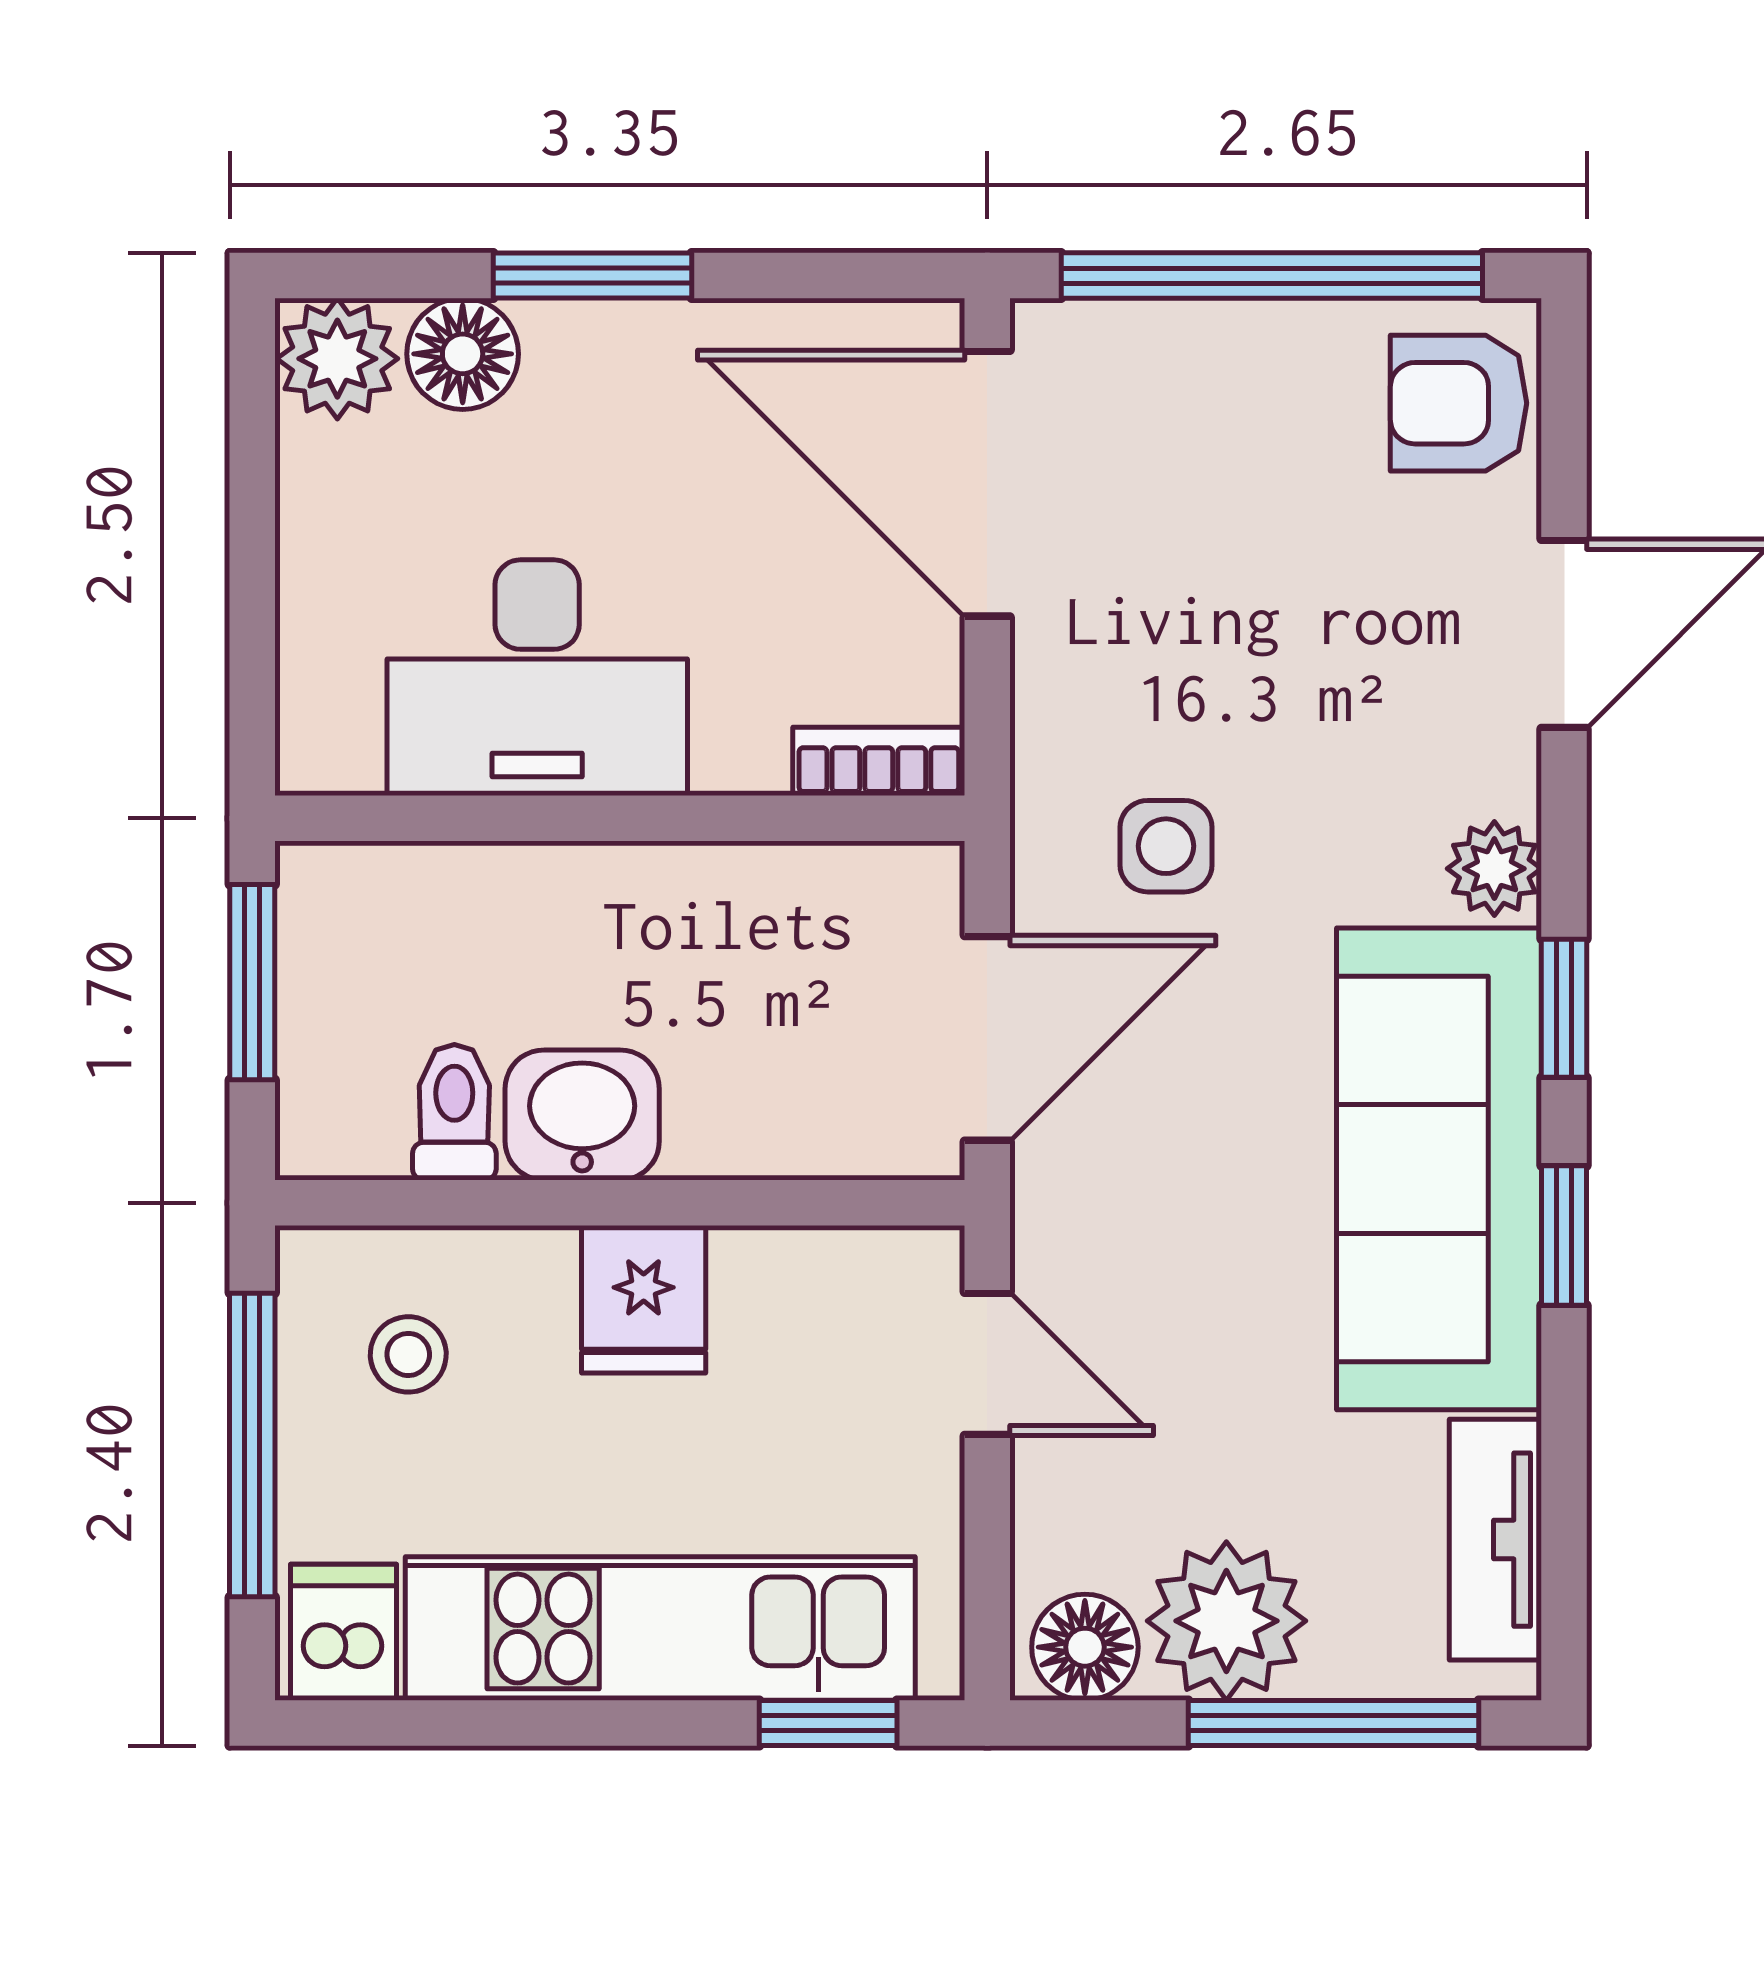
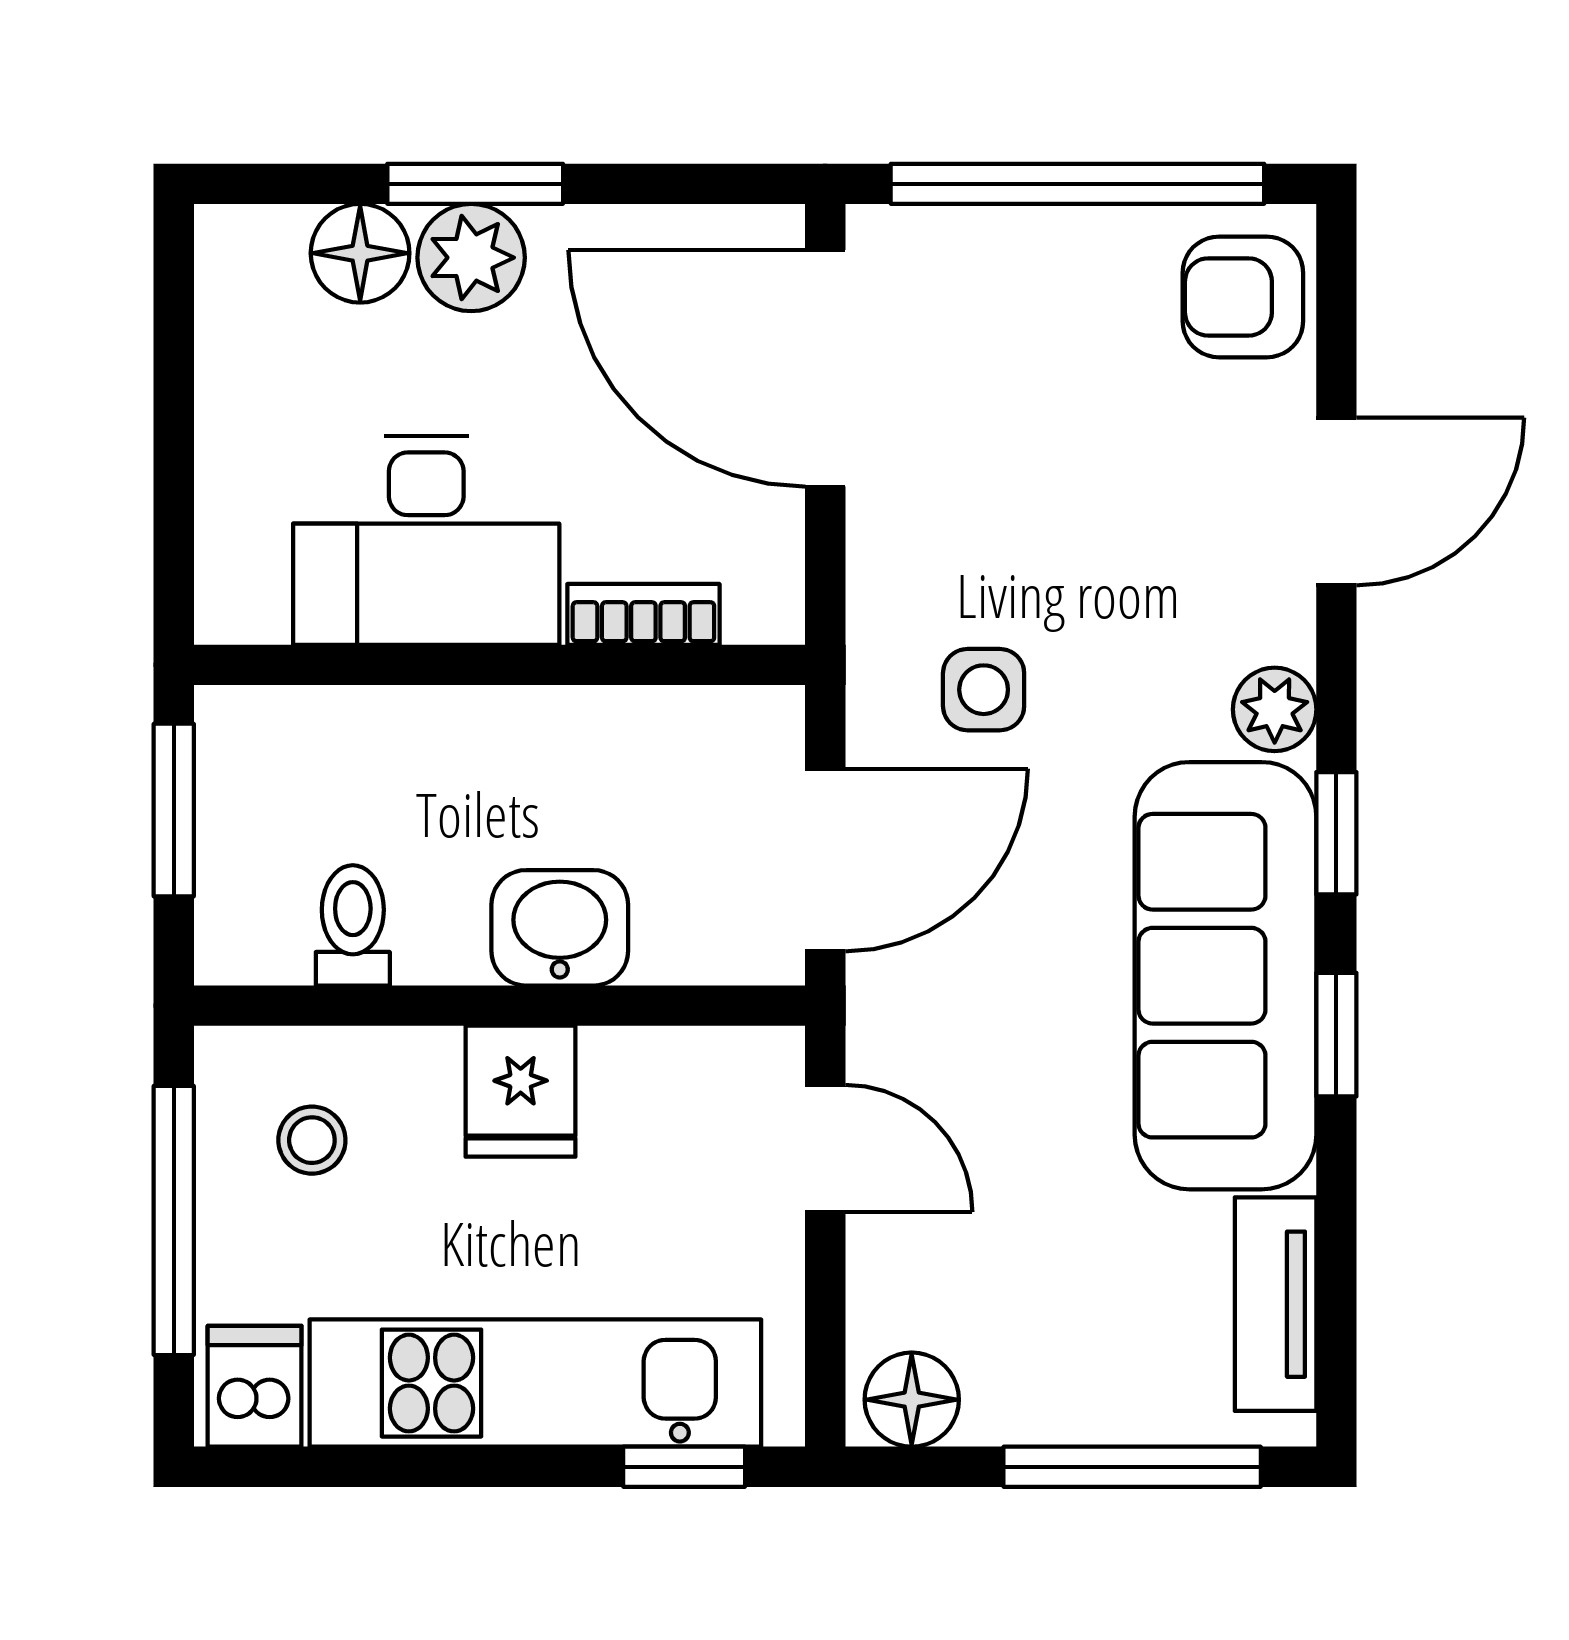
plant: (337, 359) -> (471, 258), moved
bookcase: (879, 761) -> (643, 614), moved
washbasin: (582, 1115) -> (560, 928), moved
plant: (1226, 1621) -> (1037, 1376), removed

